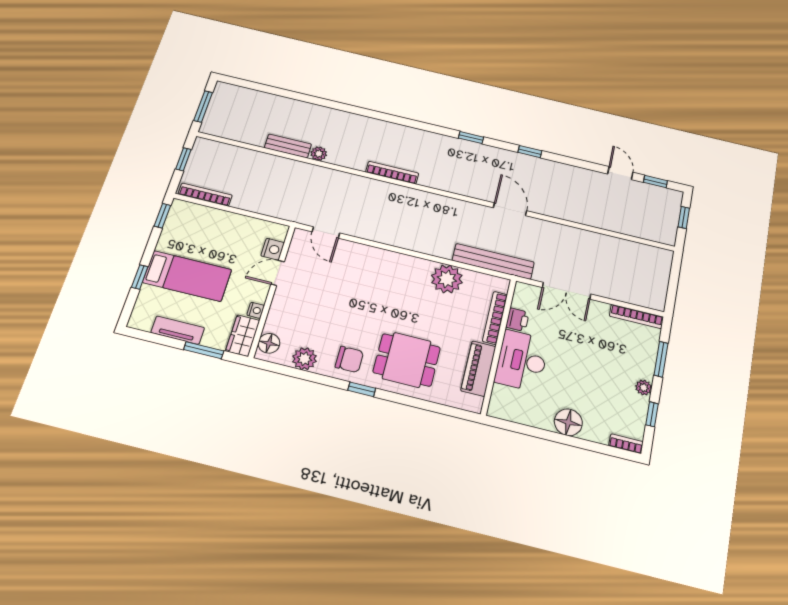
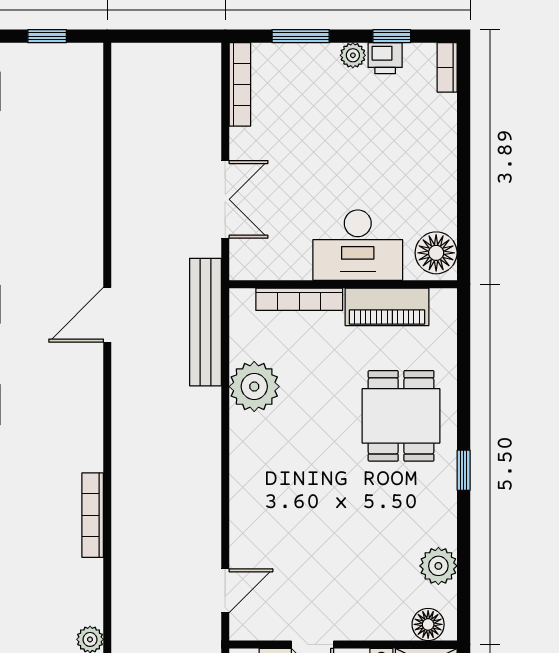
printer: (517, 320) -> (385, 58), moved, turned 180
chair: (349, 359) -> (422, 500), removed
floor lamp: (568, 422) -> (436, 253), moved

